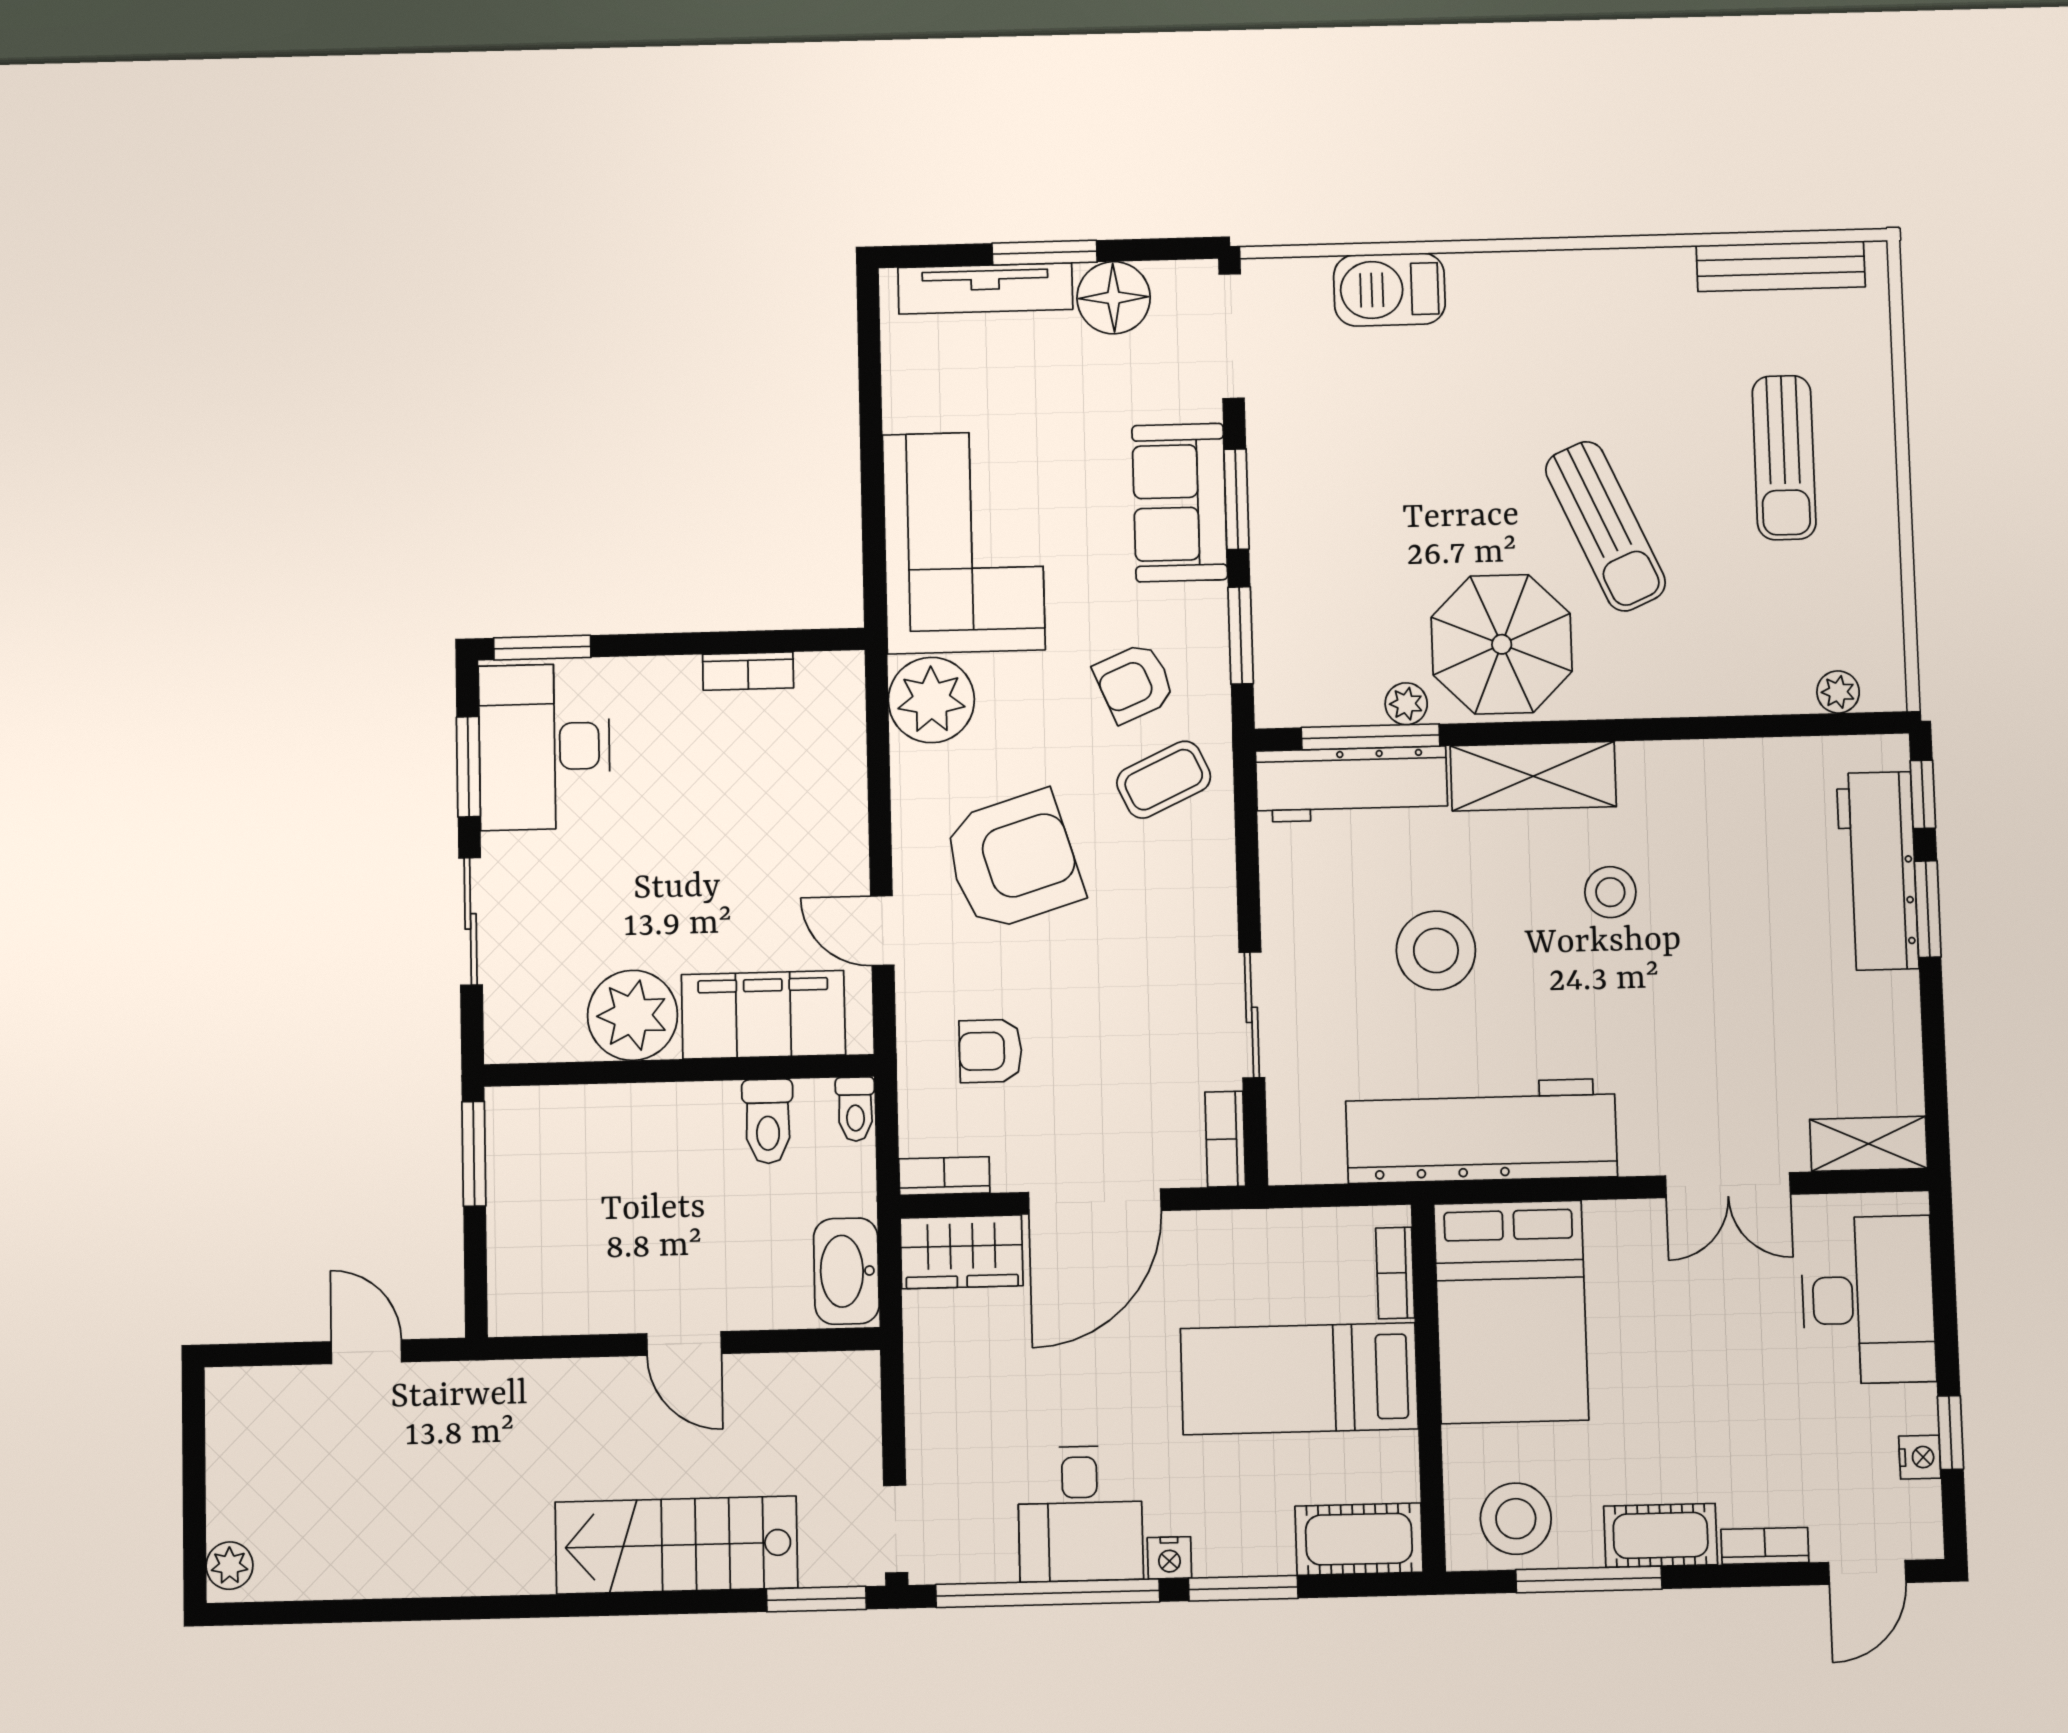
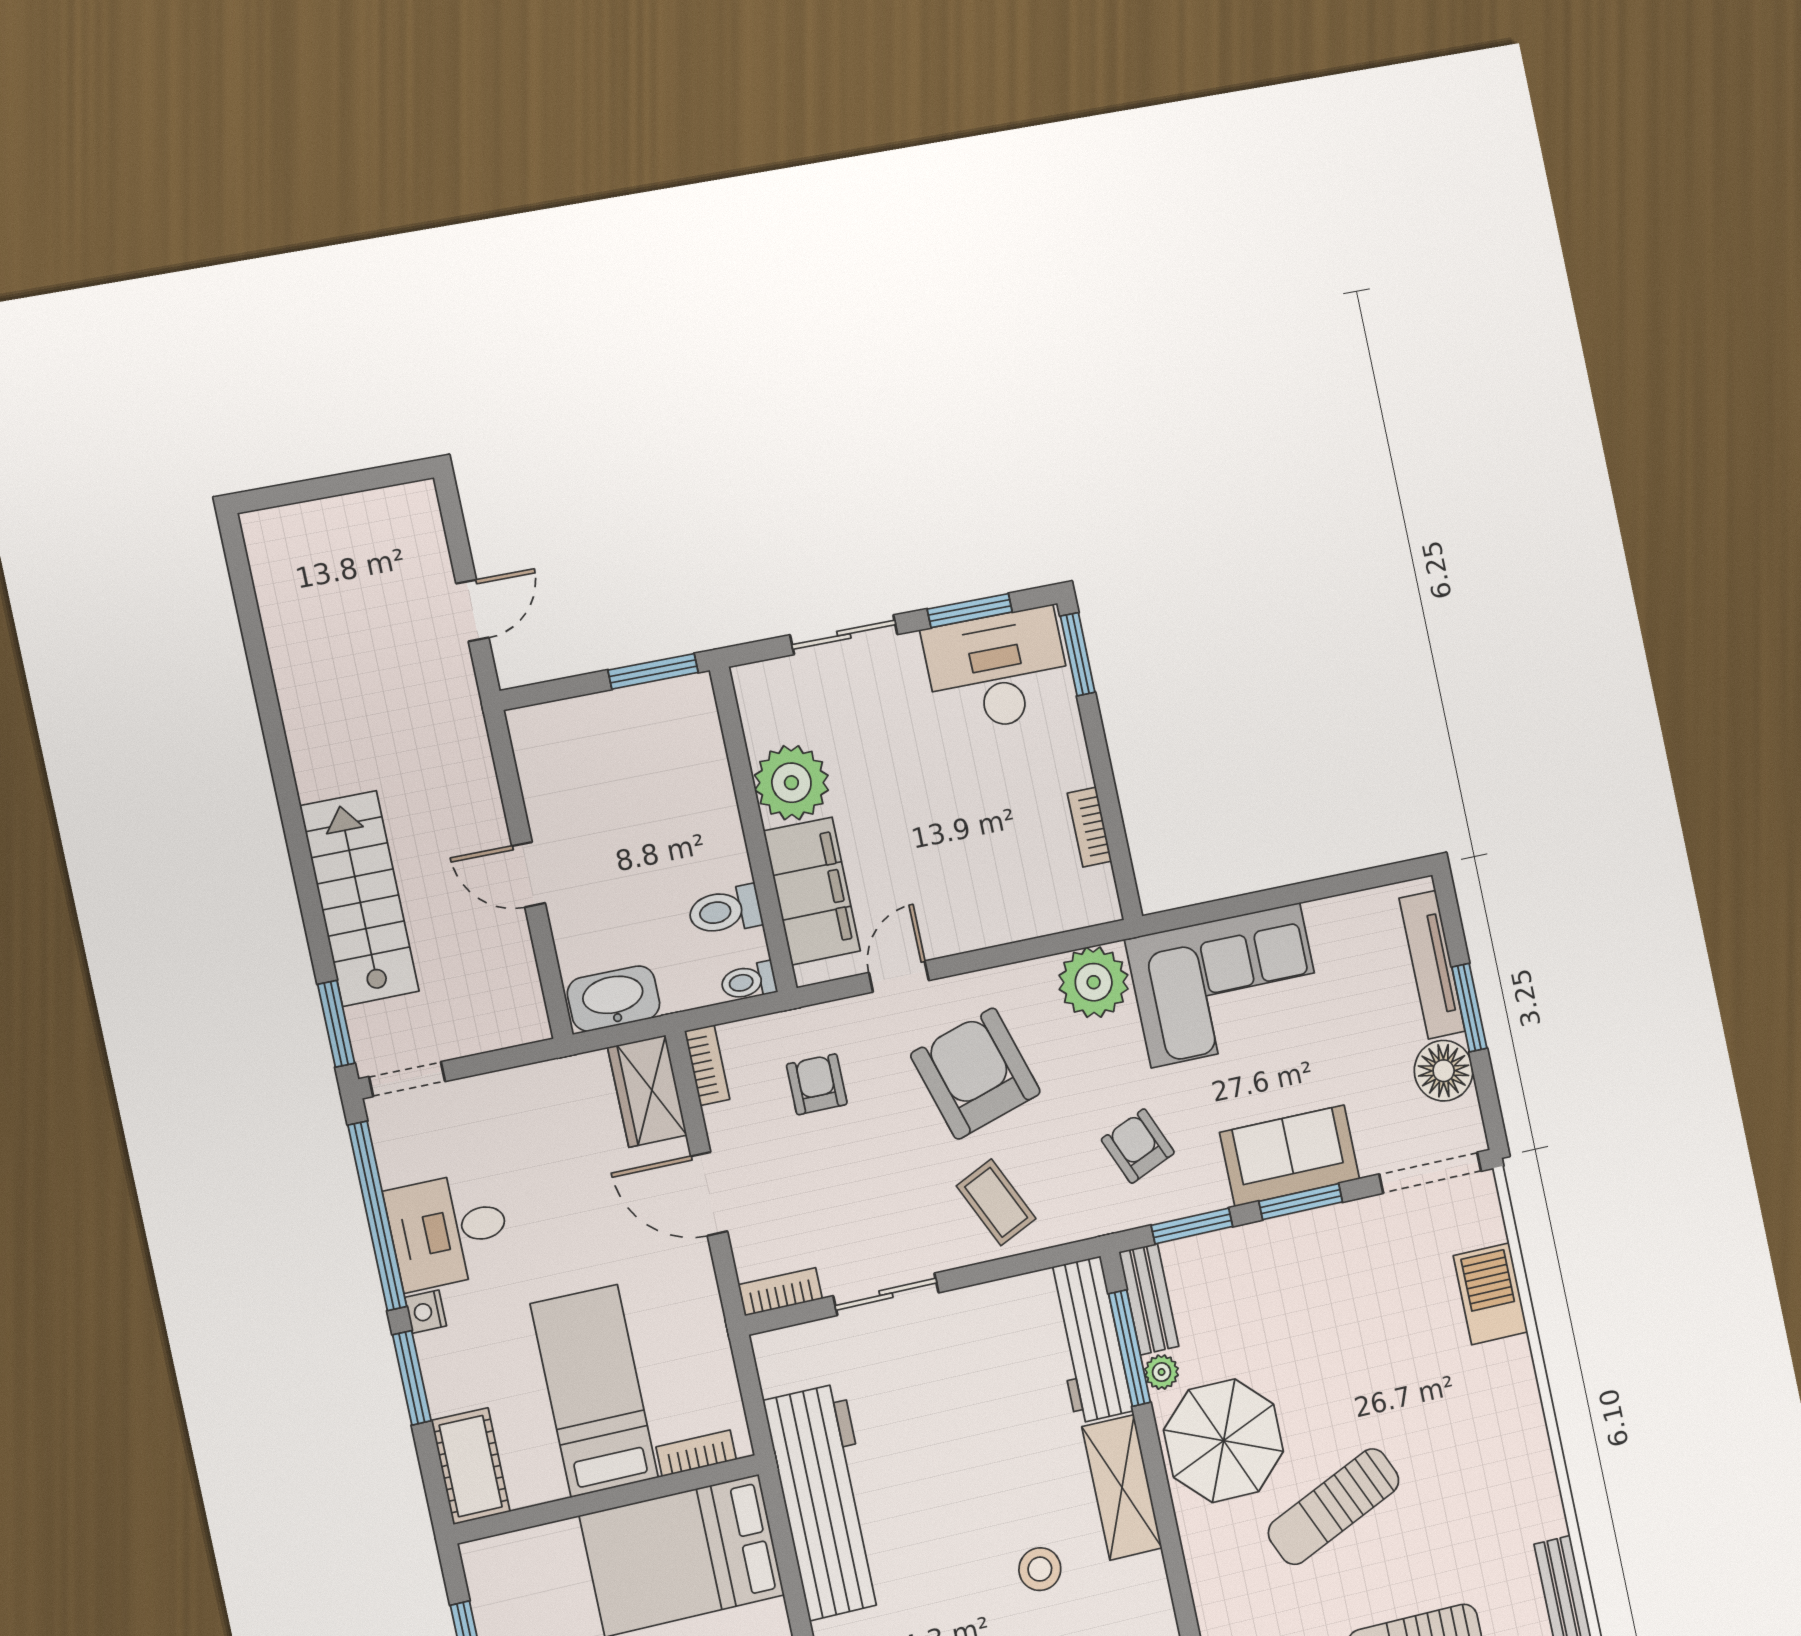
bench: (1317, 703) -> (1149, 1299), added
coffee table: (1164, 780) -> (996, 1202), moved
armchair: (1013, 861) -> (975, 1074), turned 180
stool: (1436, 951) -> (966, 1435), removed
door: (1095, 1202) -> (709, 1194), width x0.73
door: (684, 1344) -> (529, 875), hinge flipped
stool: (1516, 1519) -> (512, 1593), removed
plant: (230, 1566) -> (272, 527), removed

